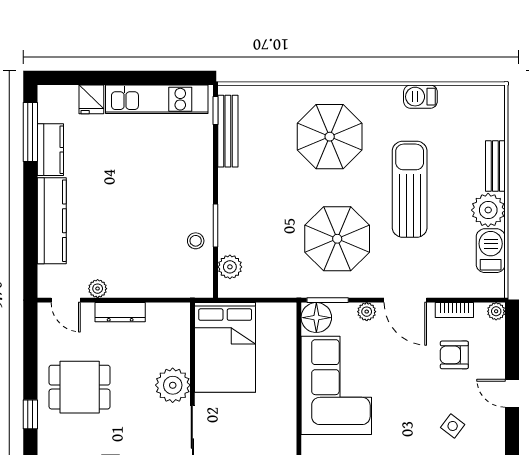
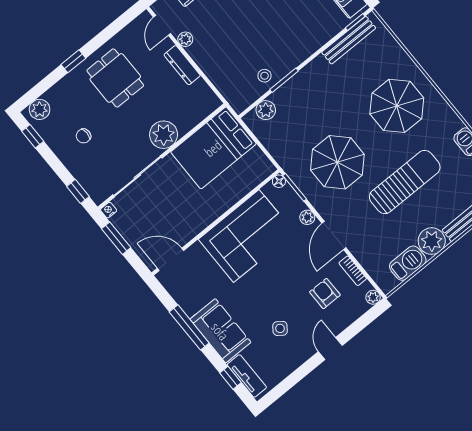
floor lamp: (316, 318) -> (279, 181), width x0.53, depth x0.53

